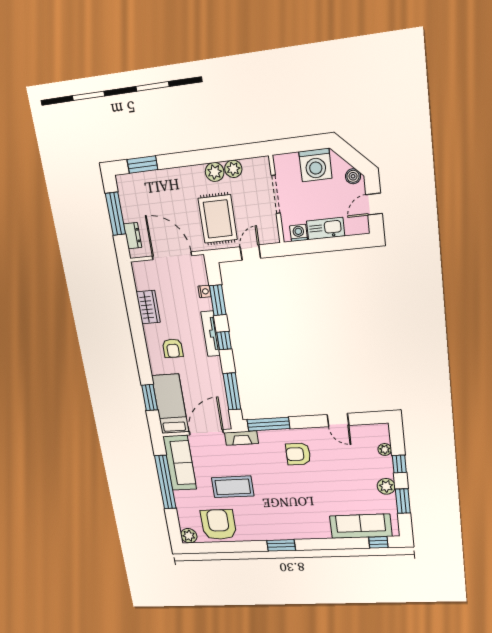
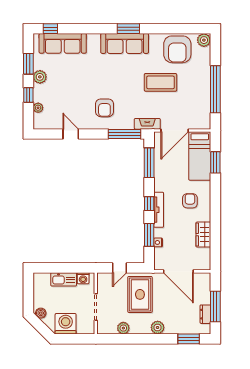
plant: (215, 172) -> (158, 327), moved
door: (374, 204) -> (28, 293), removed
dresser: (133, 236) -> (205, 314), moved
armchair: (298, 454) -> (104, 108), turned 90
sofa: (180, 463) -> (125, 43), moved, turned -90

